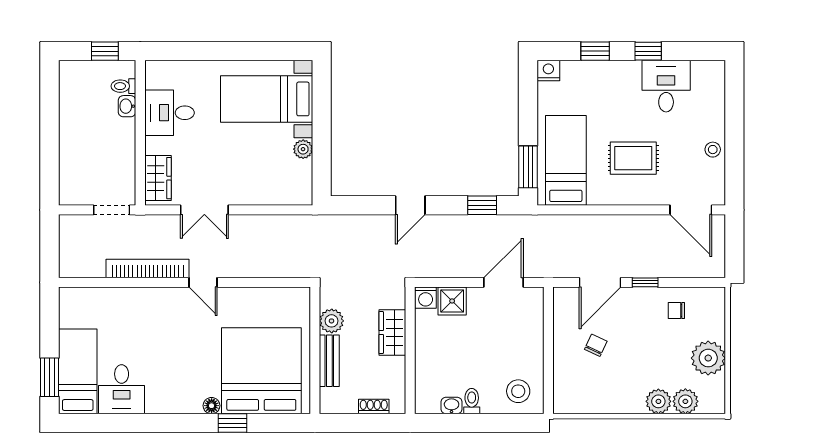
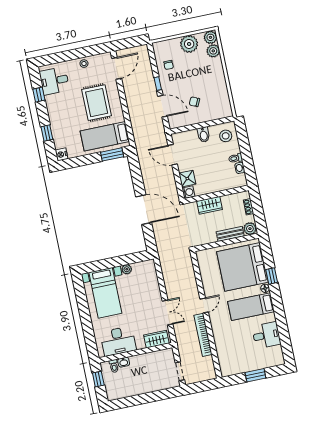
window: (648, 51) -> (39, 95), moved
desk: (666, 86) -> (54, 81), moved
desk: (169, 113) -> (118, 341), width x1.37
rug: (633, 158) -> (97, 103), width x1.36, depth x1.43
door: (410, 205) -> (144, 210), width x1.87
window: (482, 205) -> (136, 173), removed
doorway: (112, 210) -> (180, 371), moved
plant: (332, 321) -> (250, 229), moved
bidet: (529, 349) -> (204, 135), added
bed: (78, 371) -> (251, 307), moved
window: (50, 377) -> (255, 375), moved
plant: (658, 401) -> (210, 37), moved

